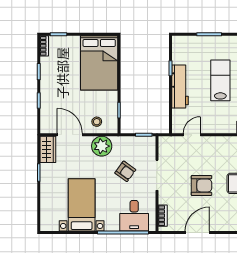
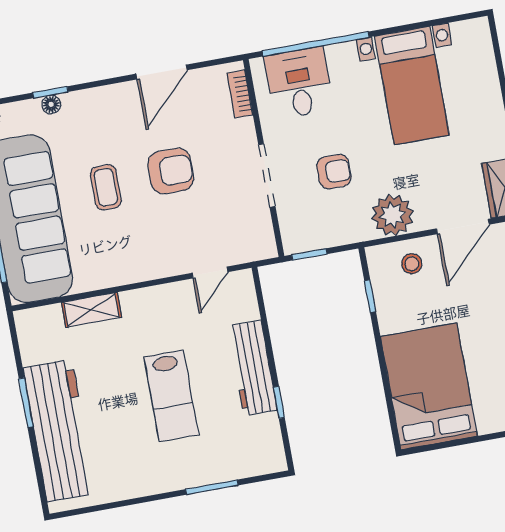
door: (70, 135) -> (463, 227), hinge flipped
armchair: (125, 171) -> (334, 172), turned 144
armchair: (201, 186) -> (171, 171), turned 180

